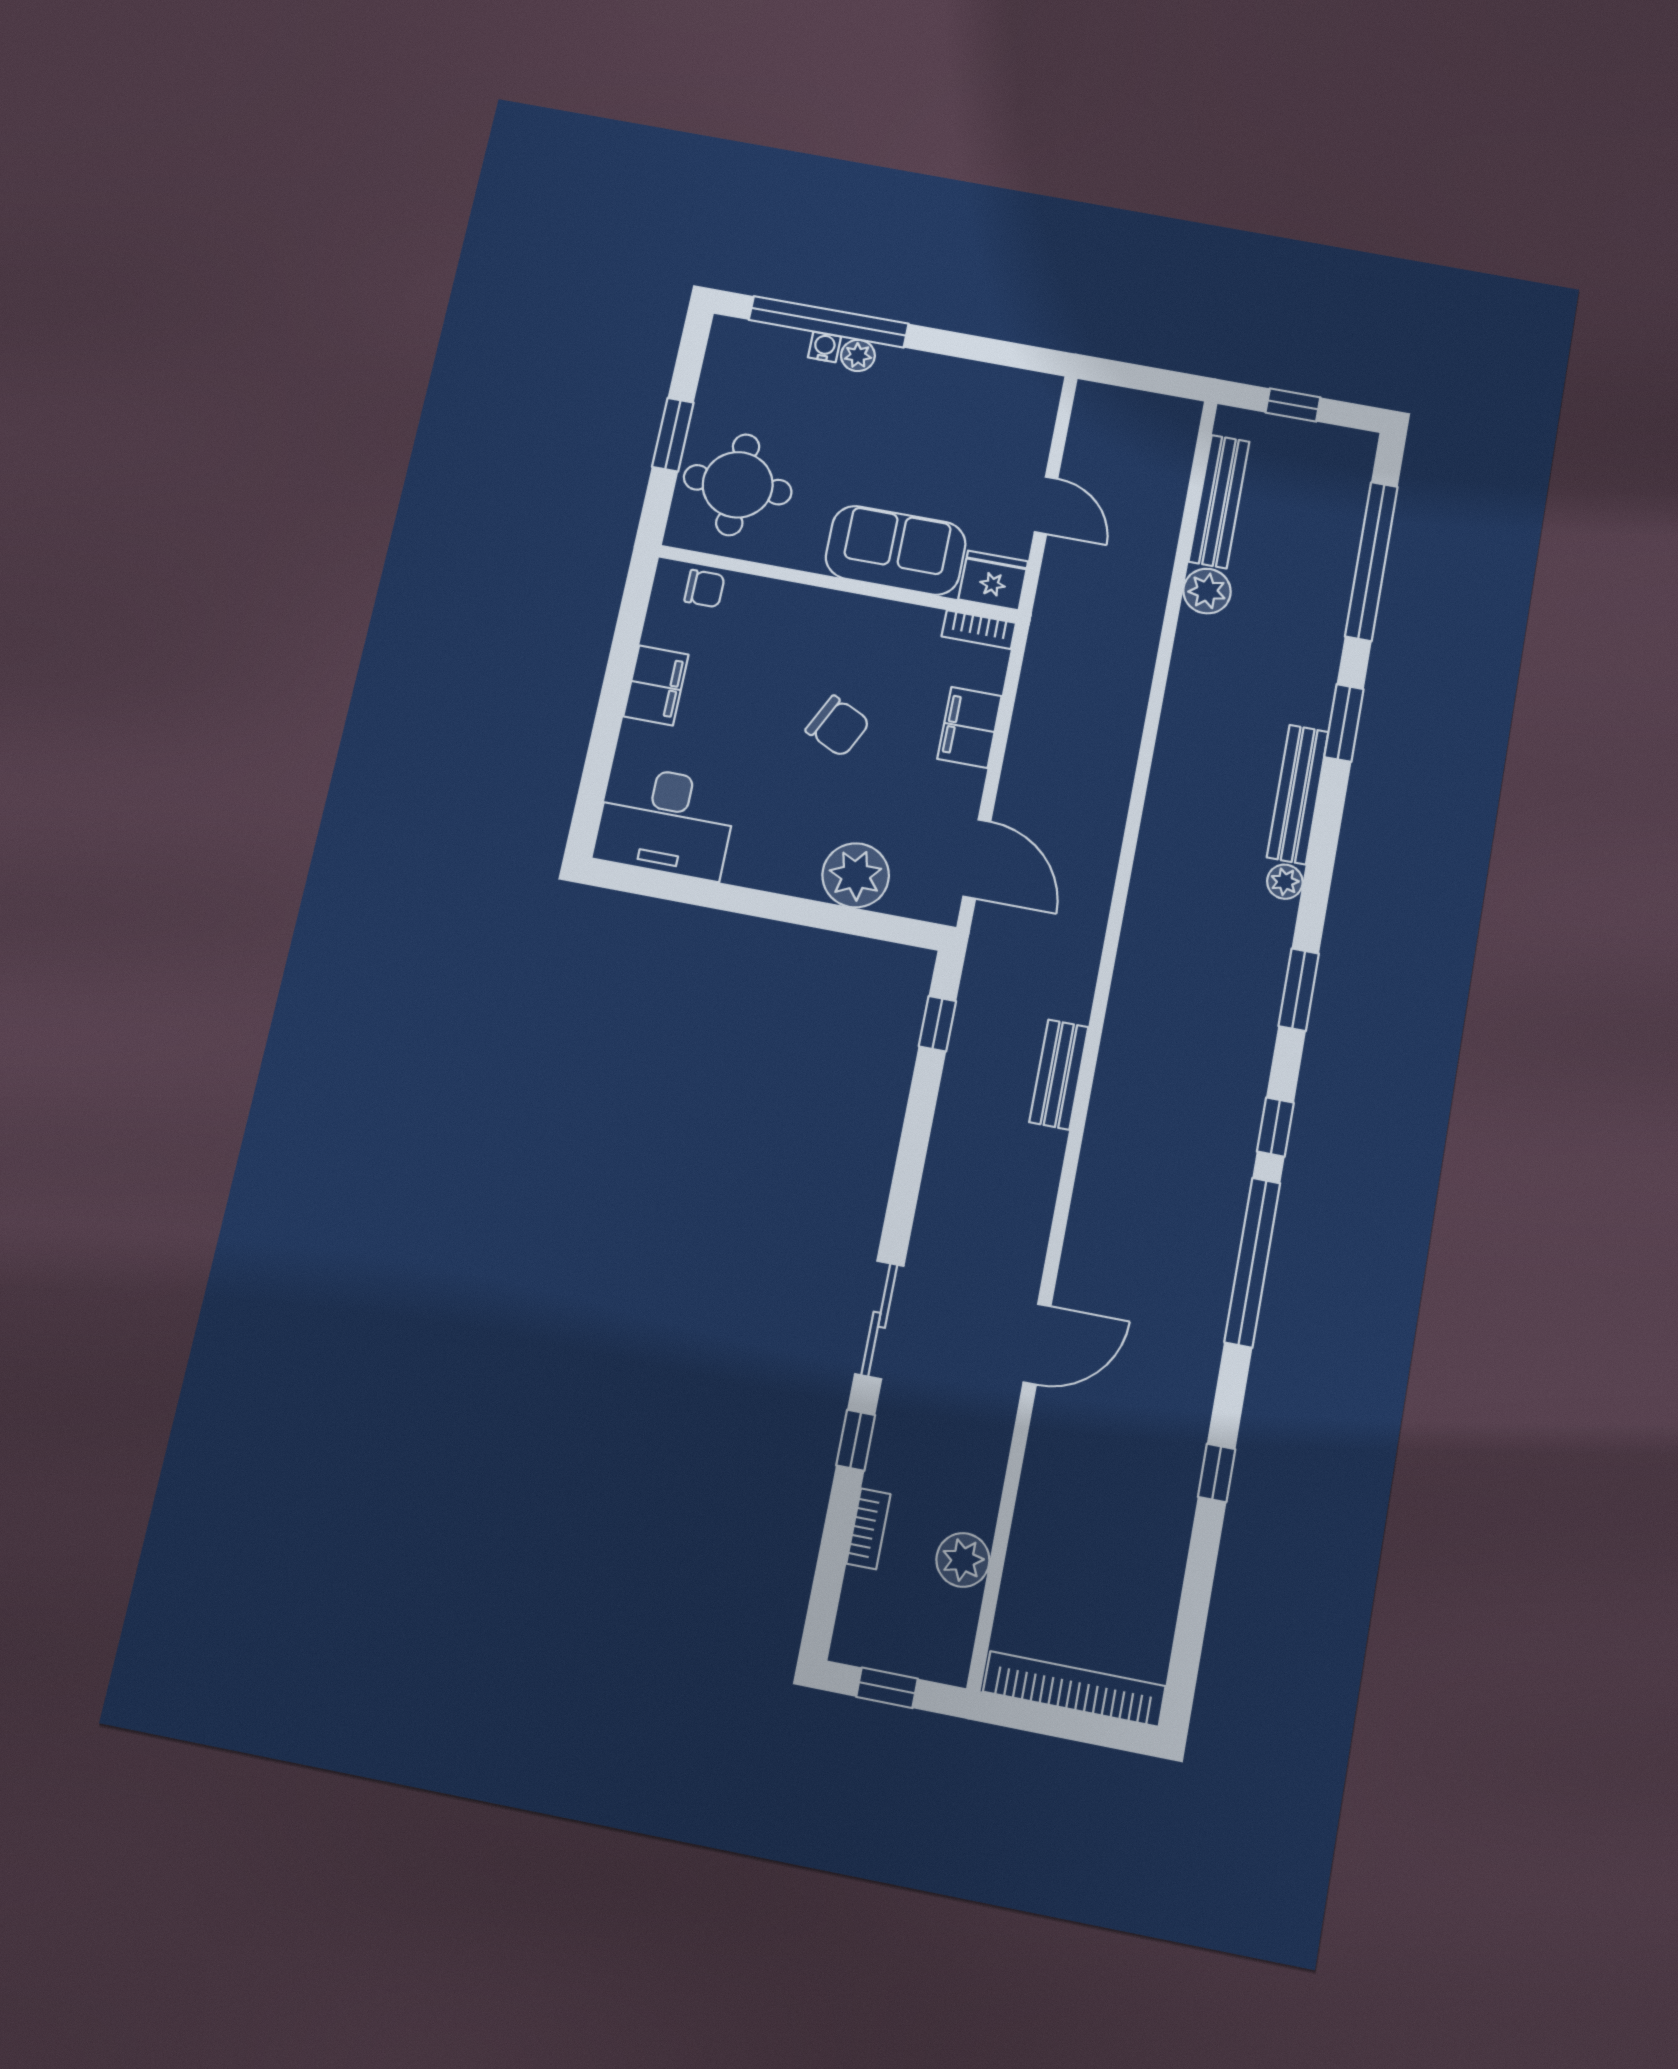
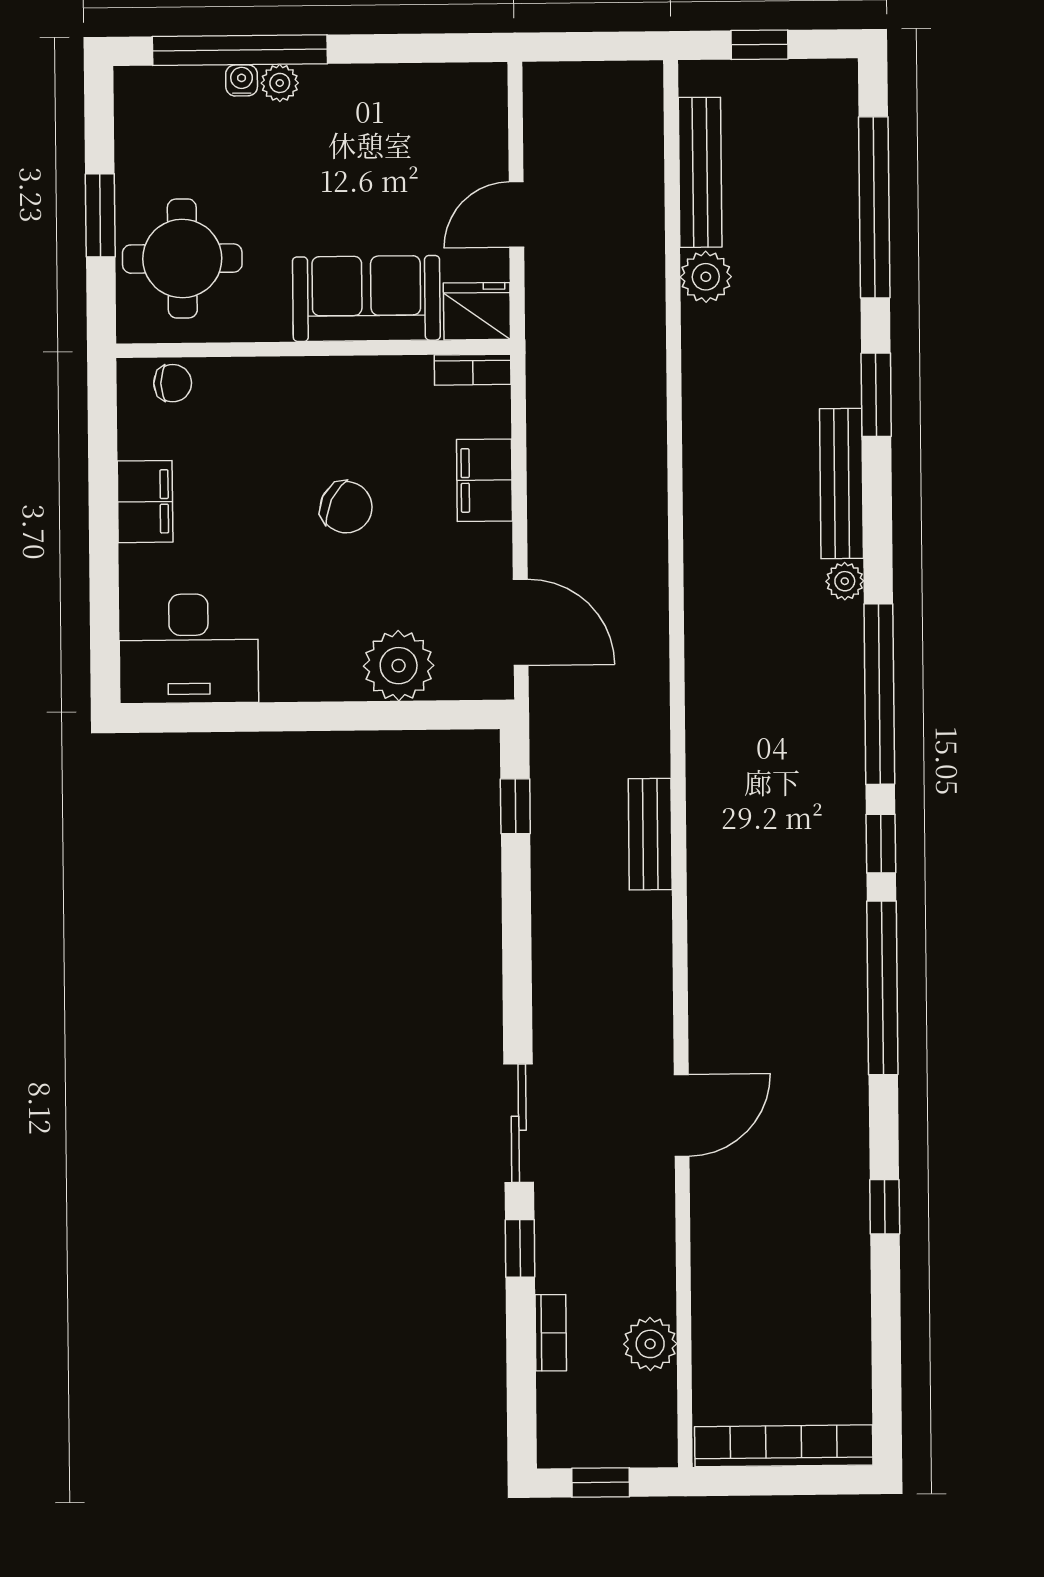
door: (1046, 505) -> (516, 215), swing flipped
window: (1299, 990) -> (879, 694), width x2.11

